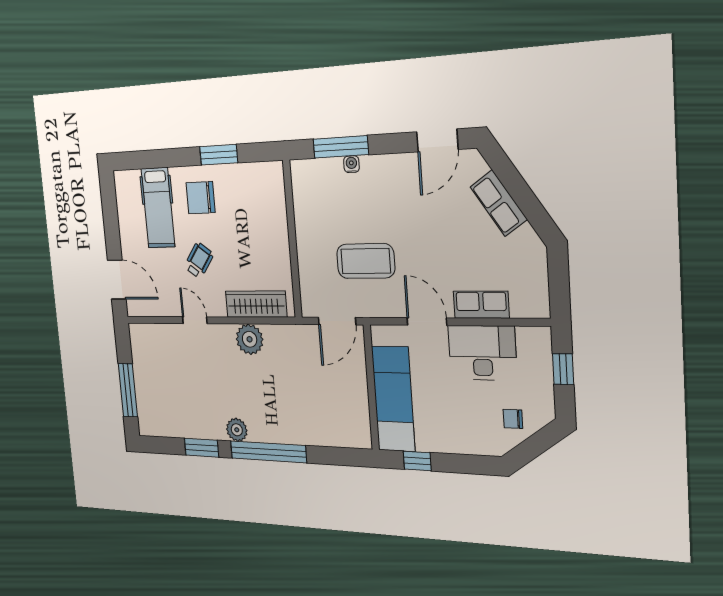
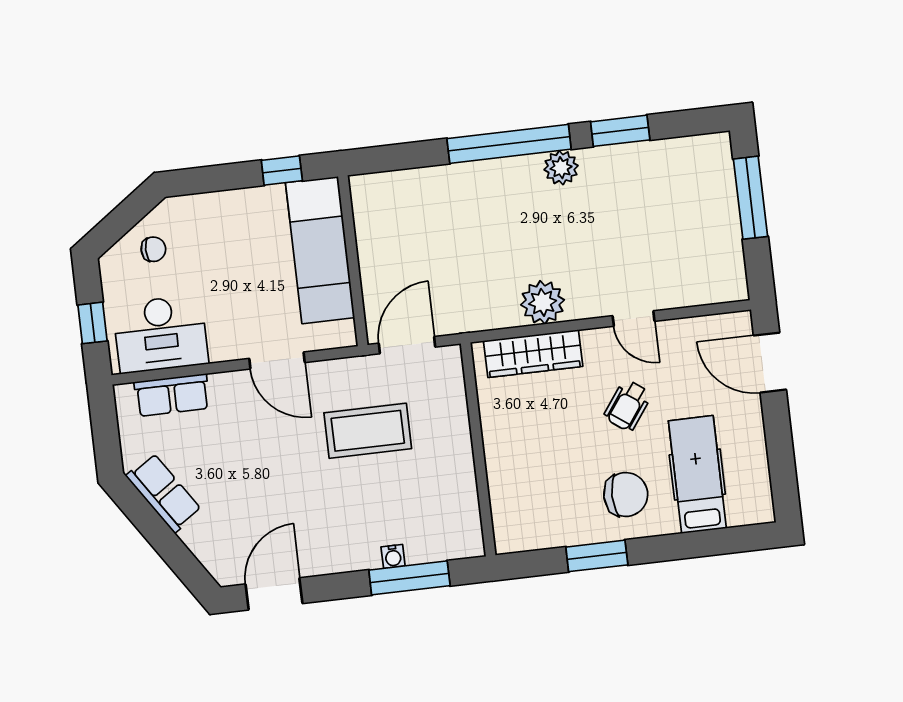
row of seats: (499, 203) -> (164, 493), moved
row of seats: (481, 305) -> (172, 395), moved
desk: (482, 353) -> (161, 334), moved

